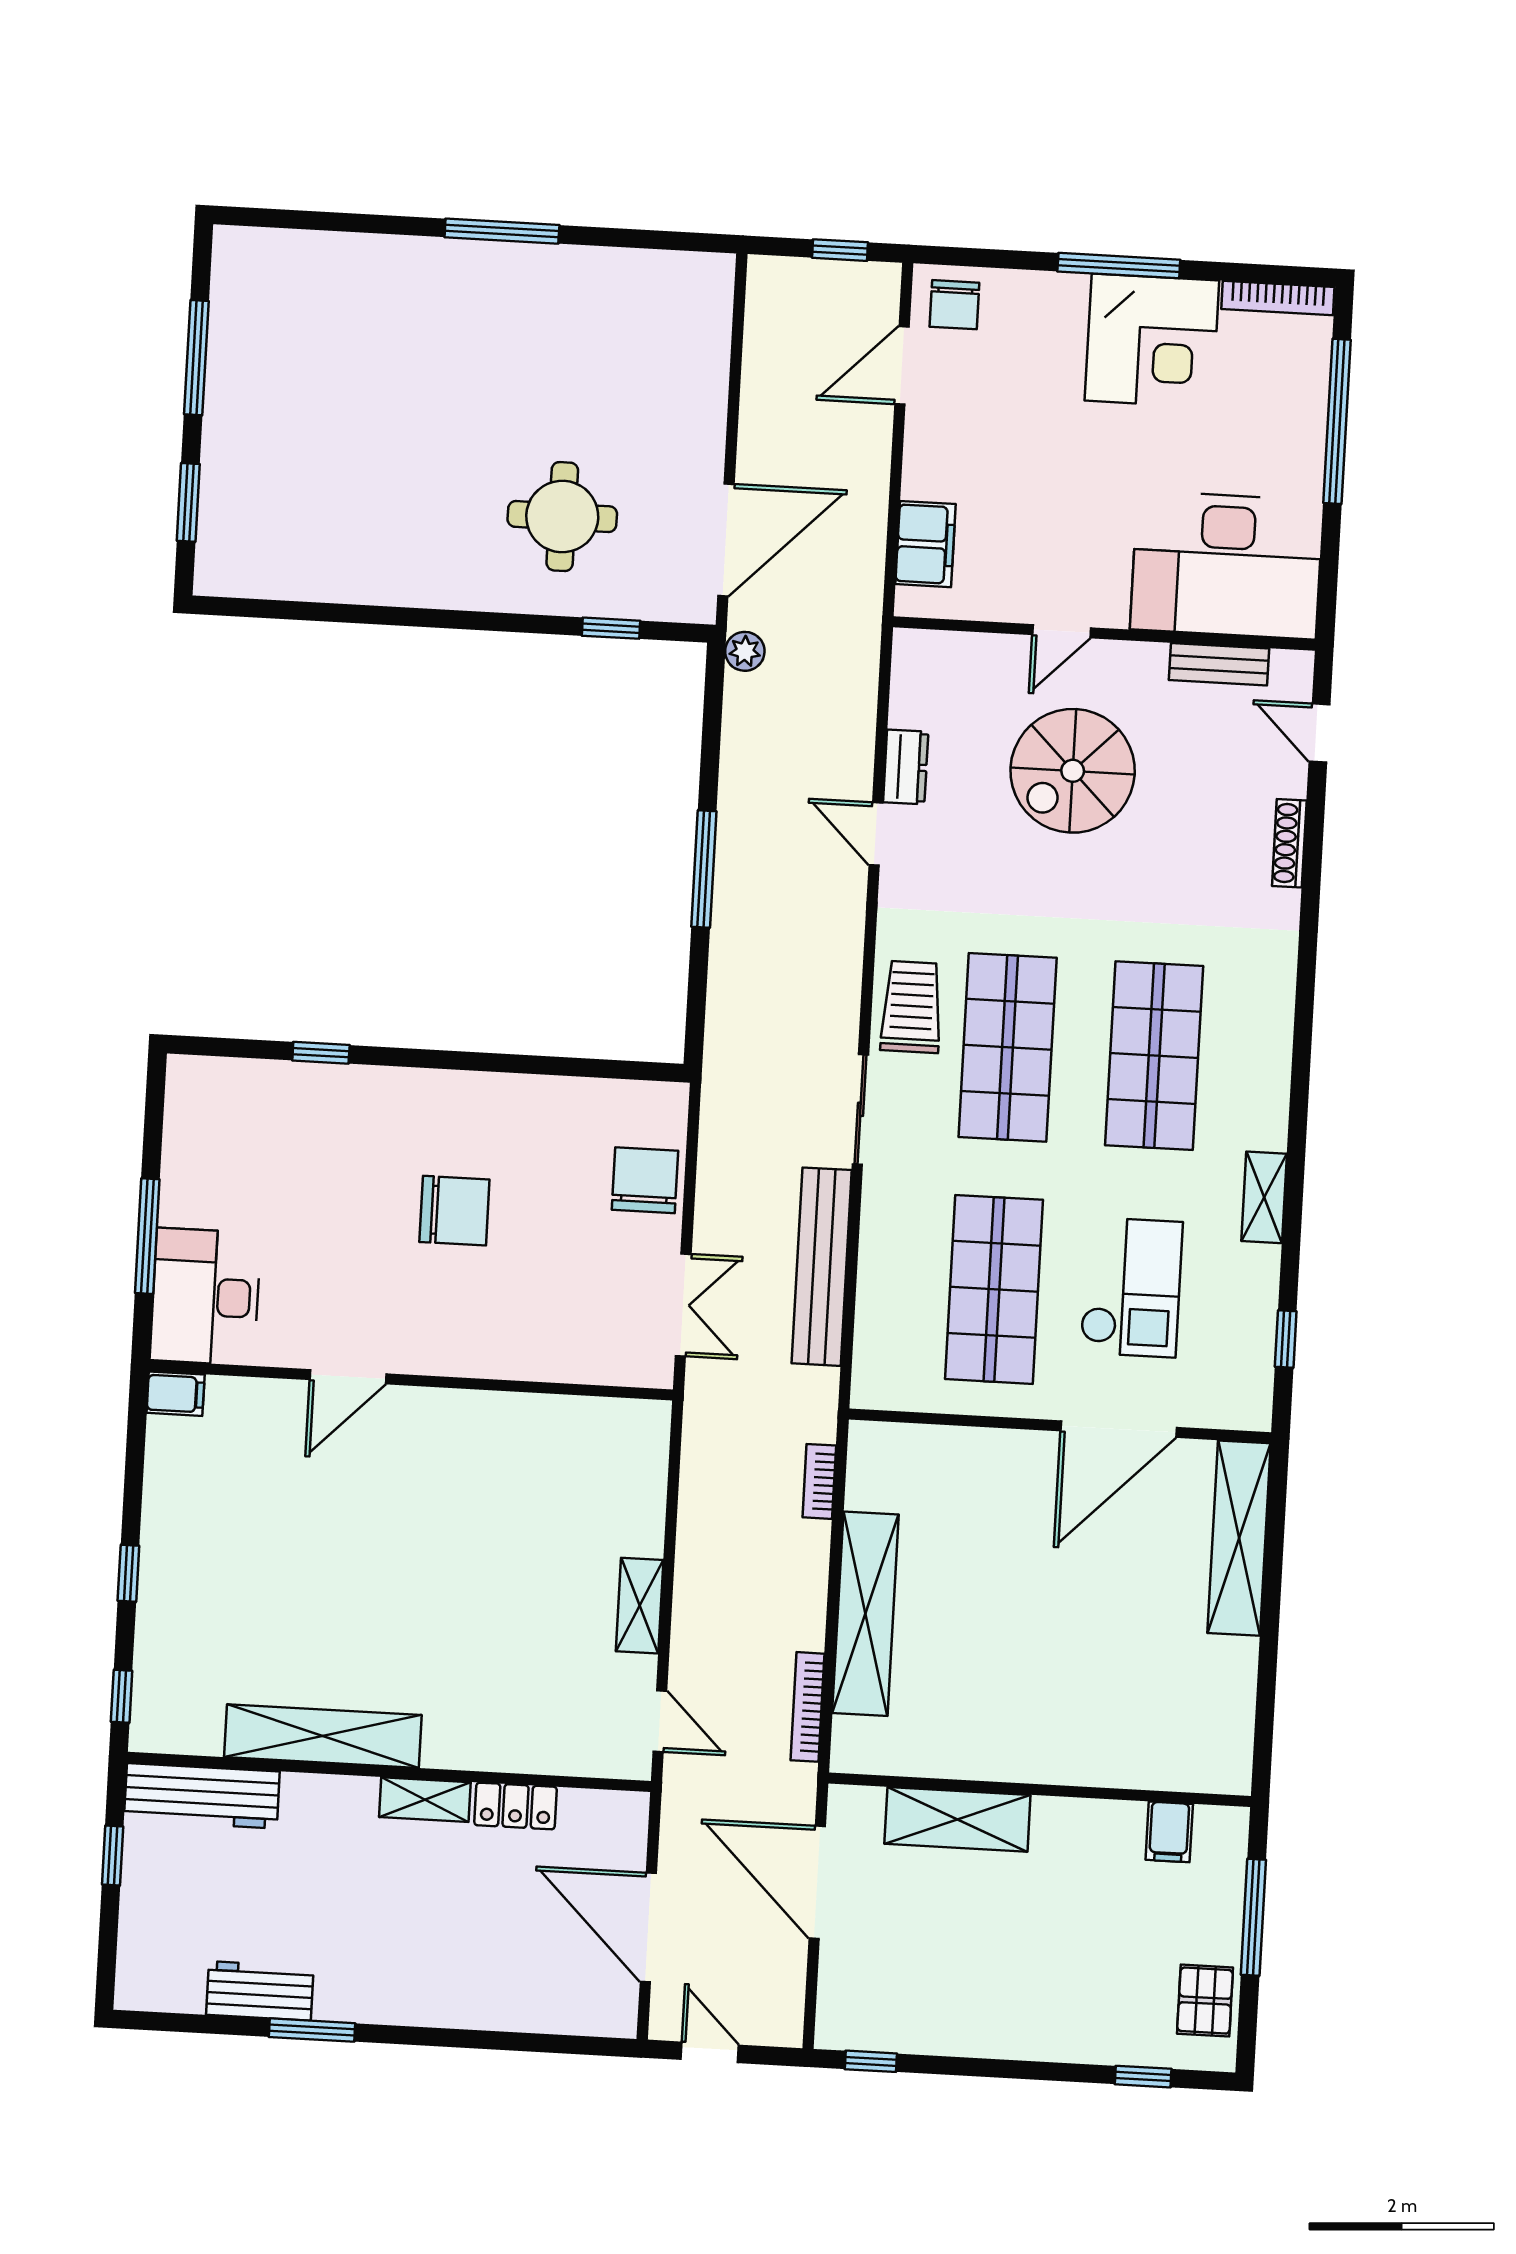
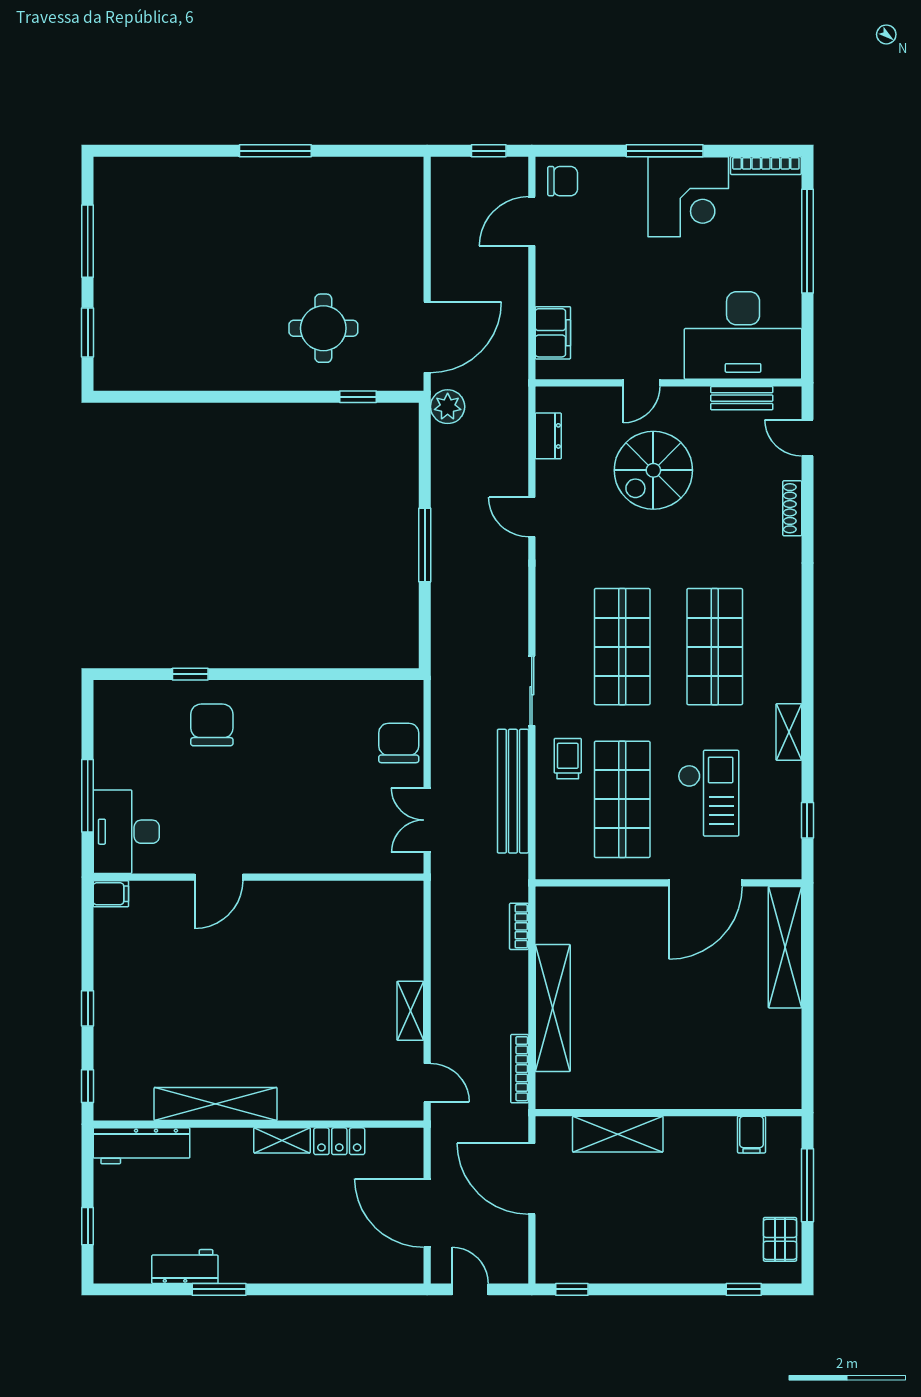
chair: (954, 305) -> (563, 181), turned -90
plant: (745, 651) -> (448, 407), width x1.38, depth x1.38
dresser: (906, 767) -> (548, 436), moved
trolley: (912, 1007) -> (568, 759), moved, width x0.73, depth x0.72
chair: (454, 1211) -> (212, 725), moved, turned -90
double door: (683, 1305) -> (427, 820), swing flipped
window: (113, 1855) -> (88, 1226), moved

